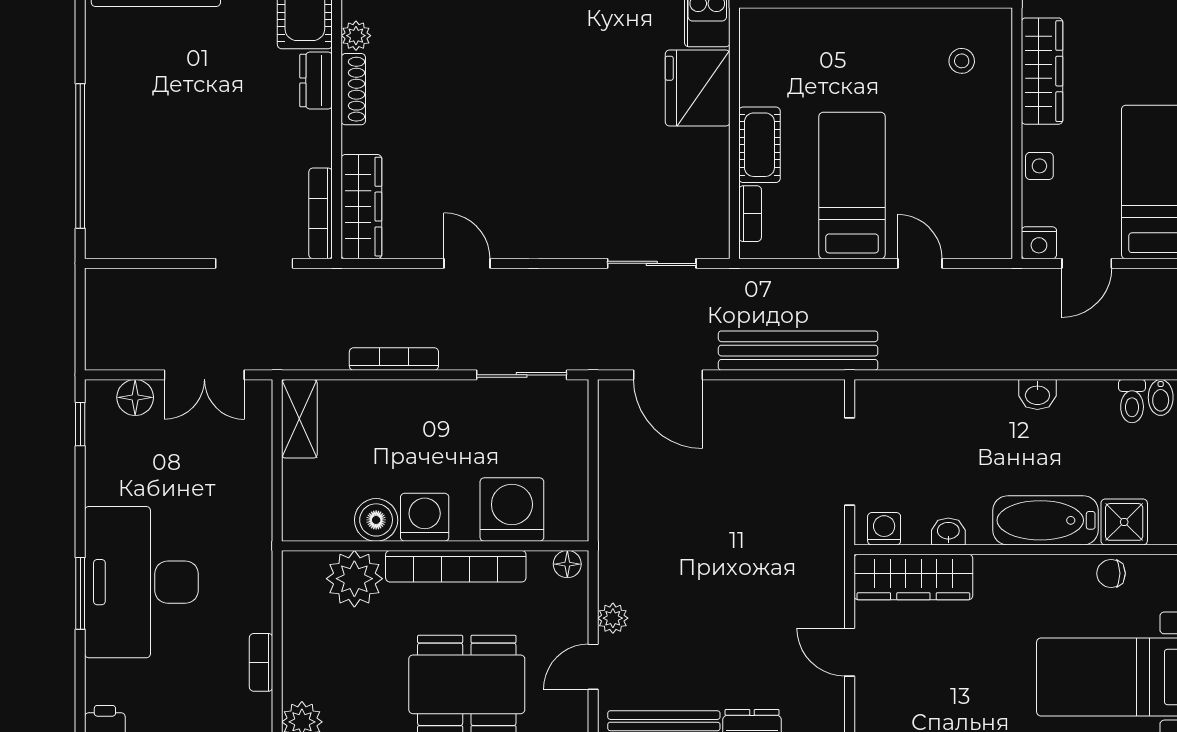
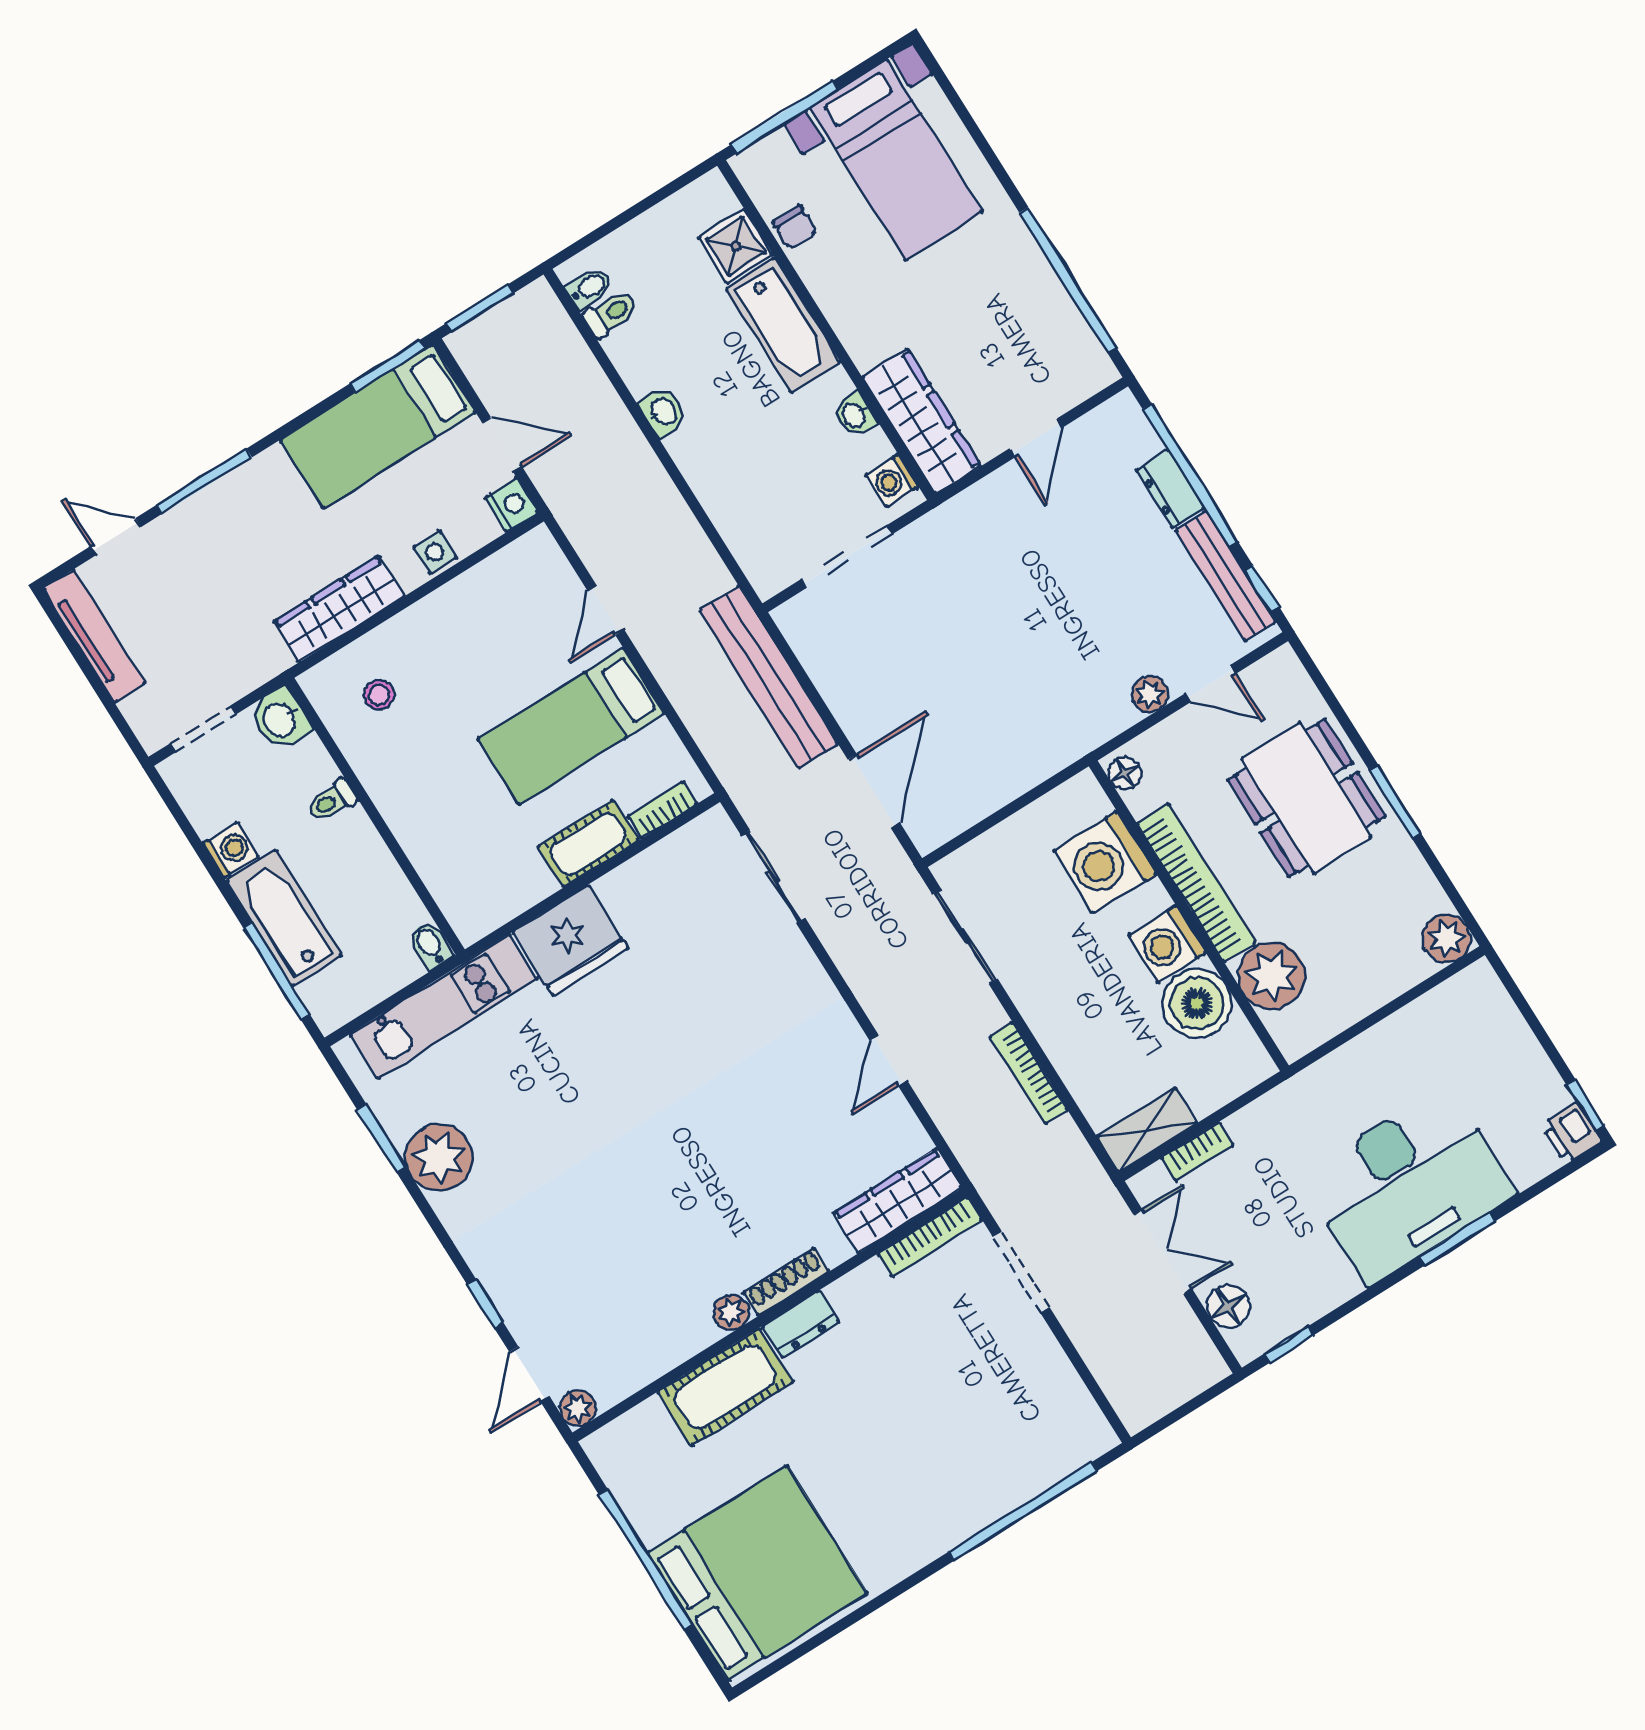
boiler: (376, 520) -> (1197, 1003), width x1.37, depth x1.37
bookcase: (261, 662) -> (1197, 1151), moved

